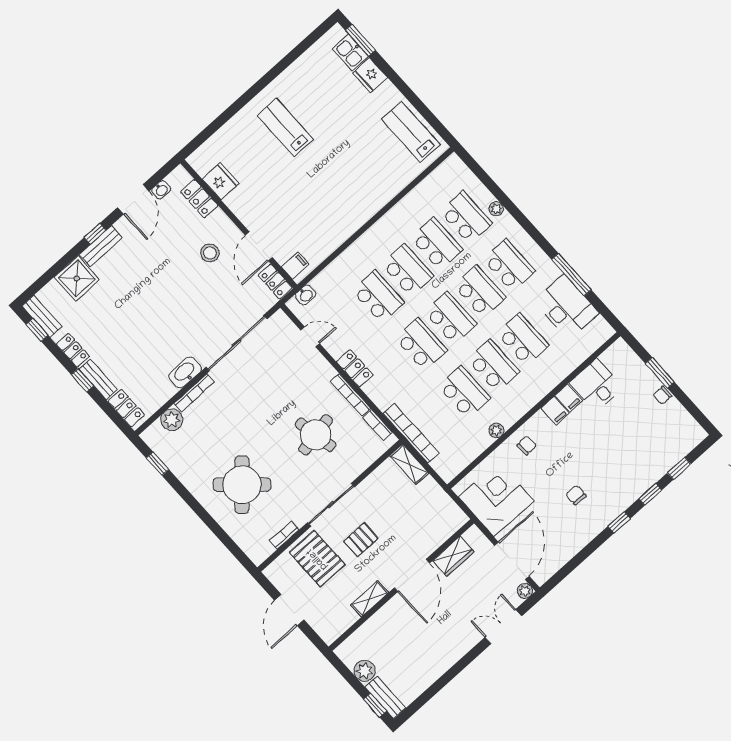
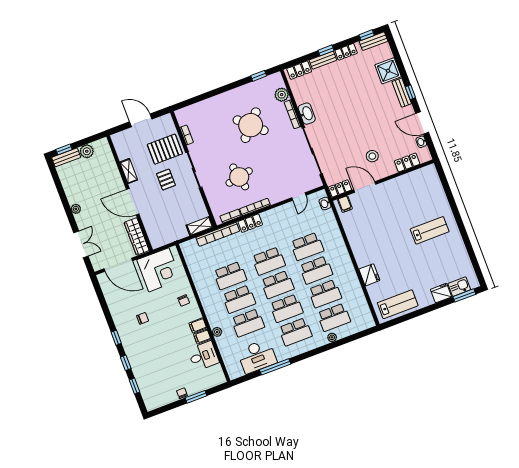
fridge: (221, 181) -> (369, 275), moved, turned -90
locker: (355, 368) -> (250, 223), moved
plant: (496, 430) -> (217, 332), moved
round table: (242, 485) -> (251, 125), moved
wardrobe: (453, 556) -> (137, 236), width x1.50
plant: (525, 591) -> (76, 209), moved

